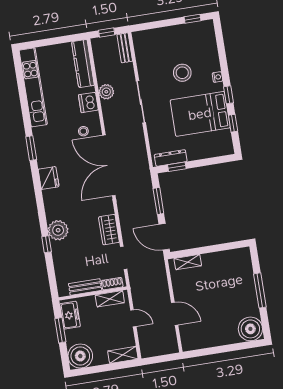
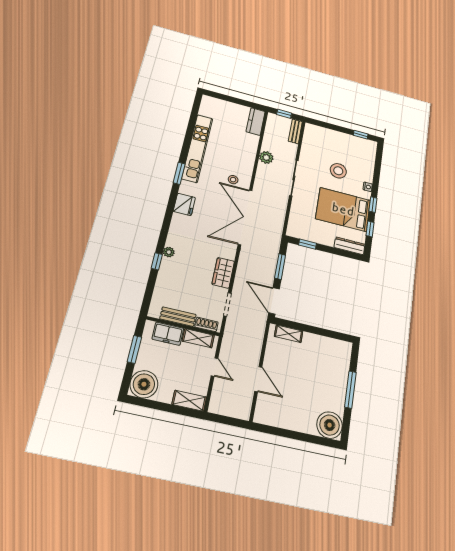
kitchen counter: (83, 64) -> (256, 122), width x0.67
kitchen unit: (33, 87) -> (197, 148), moved
dishwasher: (88, 102) -> (247, 159), removed
dresser: (171, 158) -> (350, 246), moved
plant: (58, 230) -> (169, 252), width x0.53, depth x0.53
freezer: (70, 315) -> (168, 334), moved, turned 90

